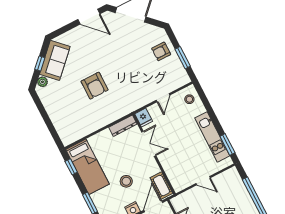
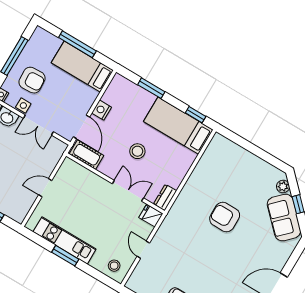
dresser: (123, 126) -> (165, 197), width x0.70
double door: (149, 144) -> (128, 191), swing flipped
window: (227, 144) -> (65, 256), moved
stool: (126, 181) -> (137, 151), moved

